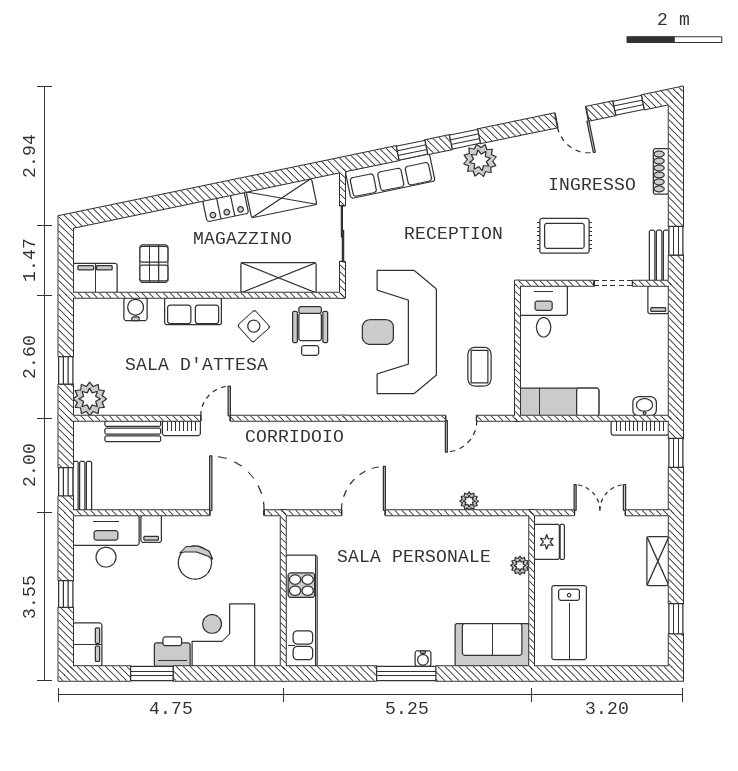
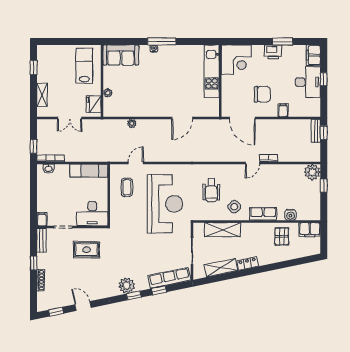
window: (676, 241) -> (34, 263), moved
desk: (544, 311) -> (92, 214), width x1.37
wheelchair: (310, 331) -> (211, 190), moved
bench: (133, 431) -> (292, 157), removed
desk: (106, 541) -> (308, 82), moved, turned -90
chair: (195, 563) -> (262, 94), turned 79
corner desk: (223, 635) -> (236, 60), moved

